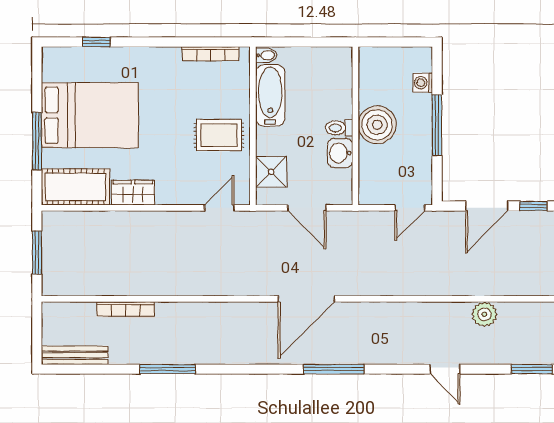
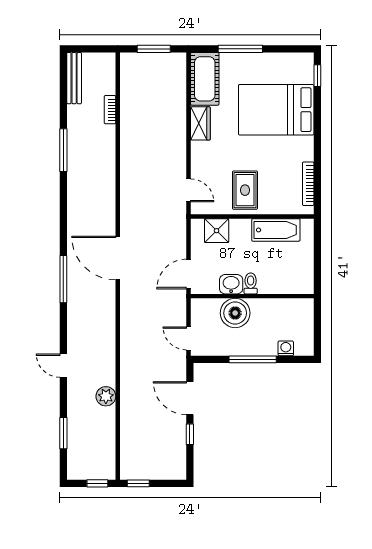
window: (96, 42) -> (317, 76), moved
bidet: (266, 55) -> (307, 227), removed
bed: (90, 115) -> (276, 110), moved, turned 90
boiler: (377, 125) -> (235, 313), moved
door: (307, 208) -> (189, 274), moved
bookcase: (126, 309) -> (110, 110), width x0.64
door: (445, 369) -> (63, 366), hinge flipped

